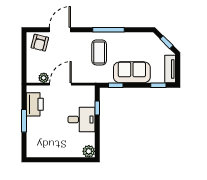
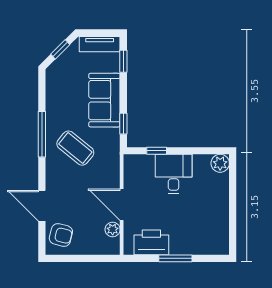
coffee table: (99, 52) -> (75, 148), turned 39

